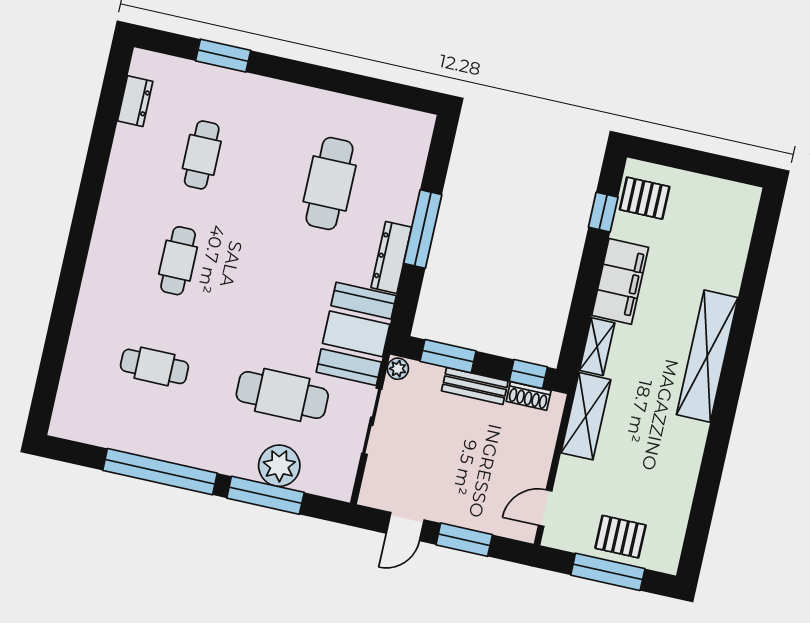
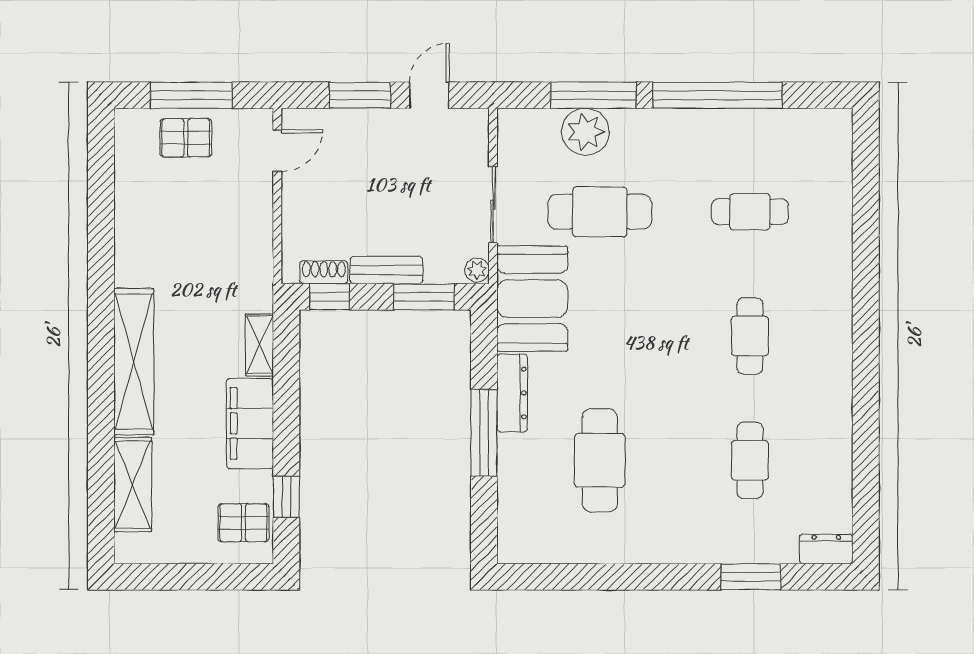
dresser: (135, 101) -> (826, 549), moved, turned 90
shelving: (586, 416) -> (133, 485), moved

